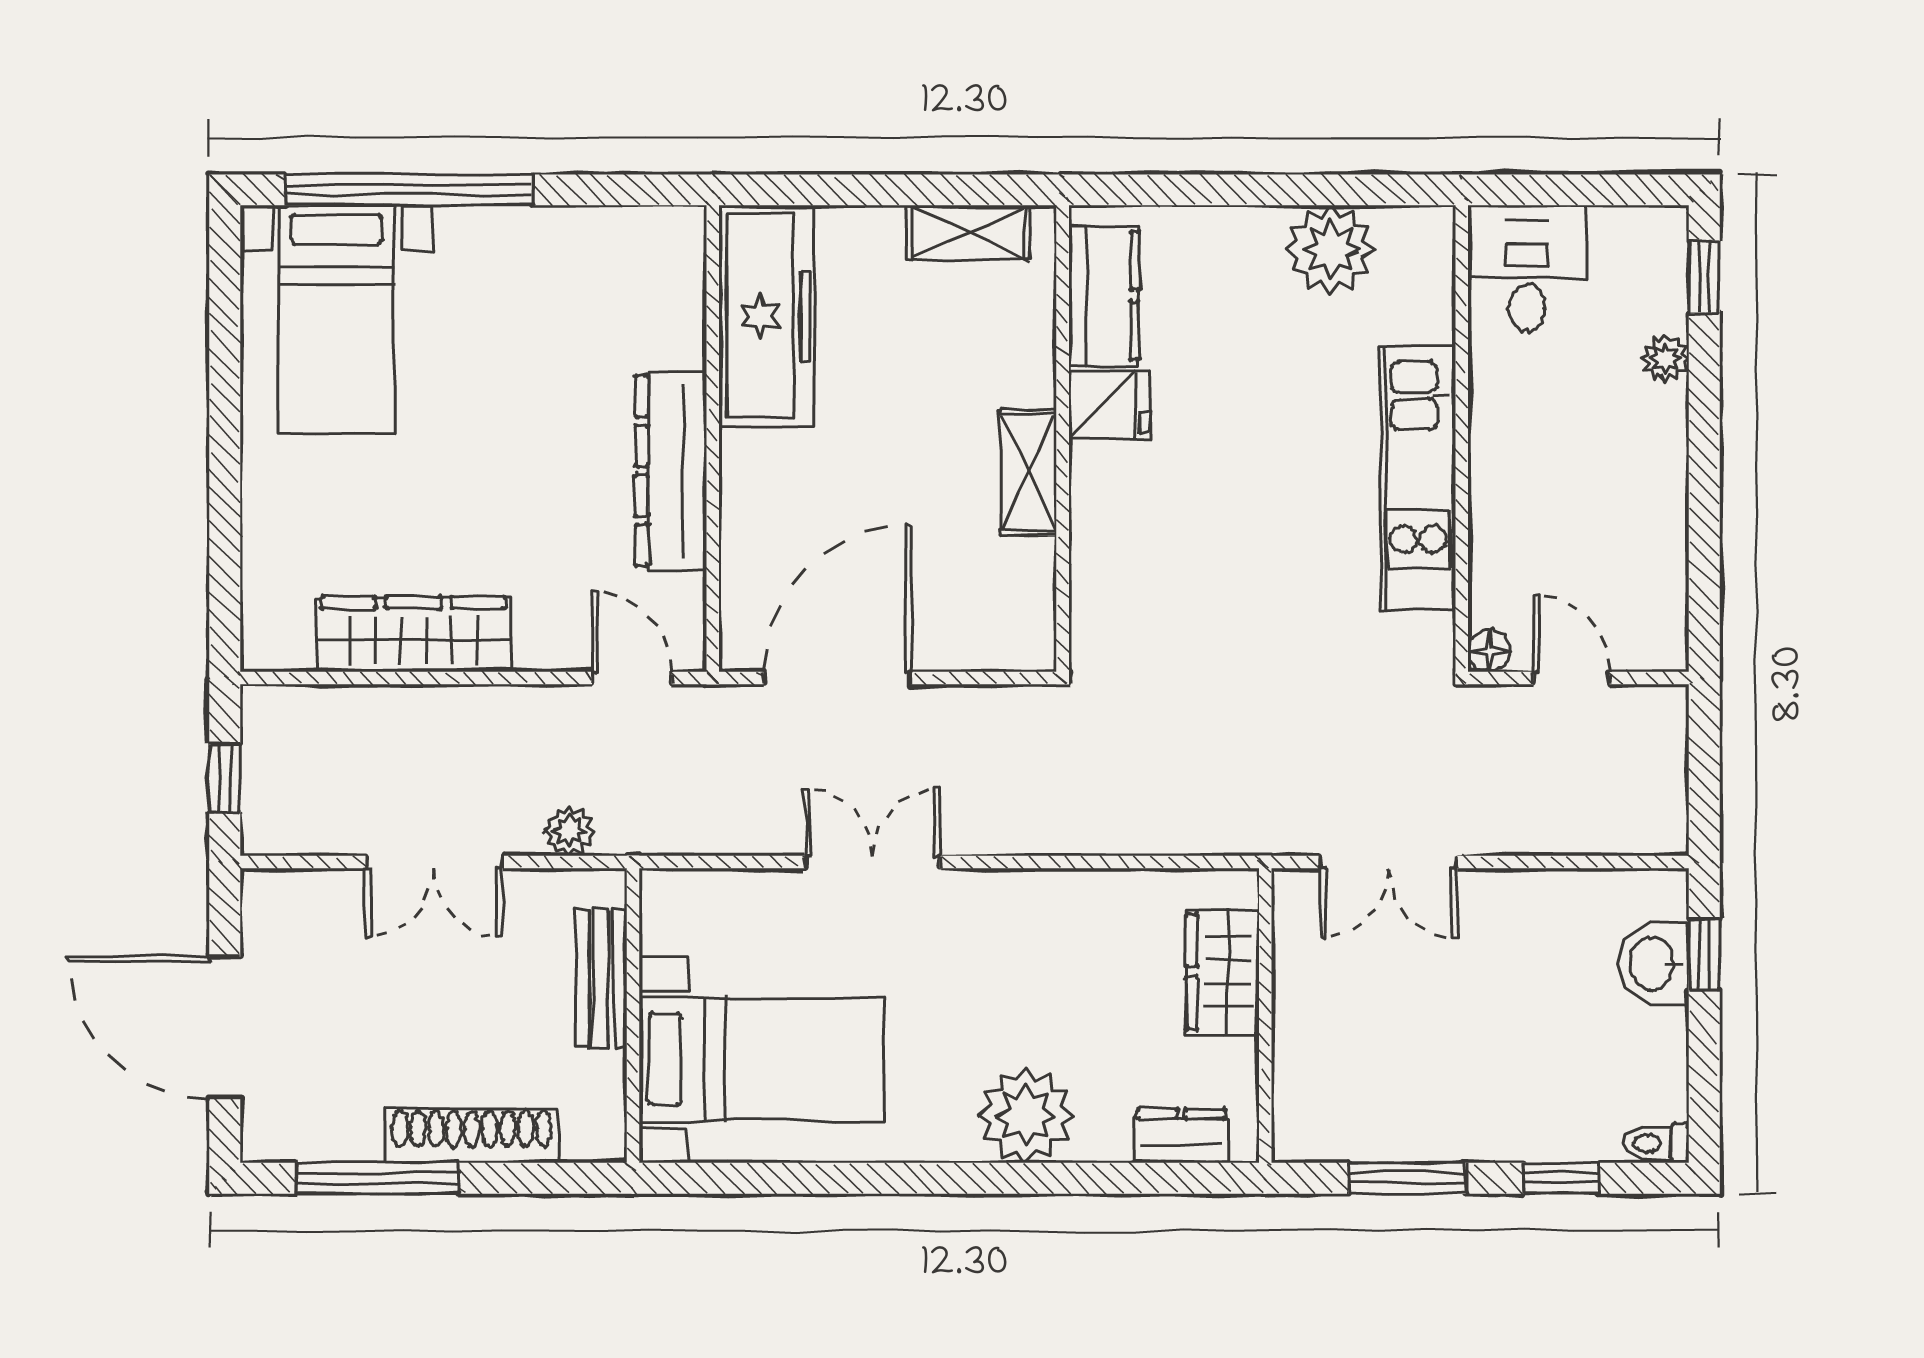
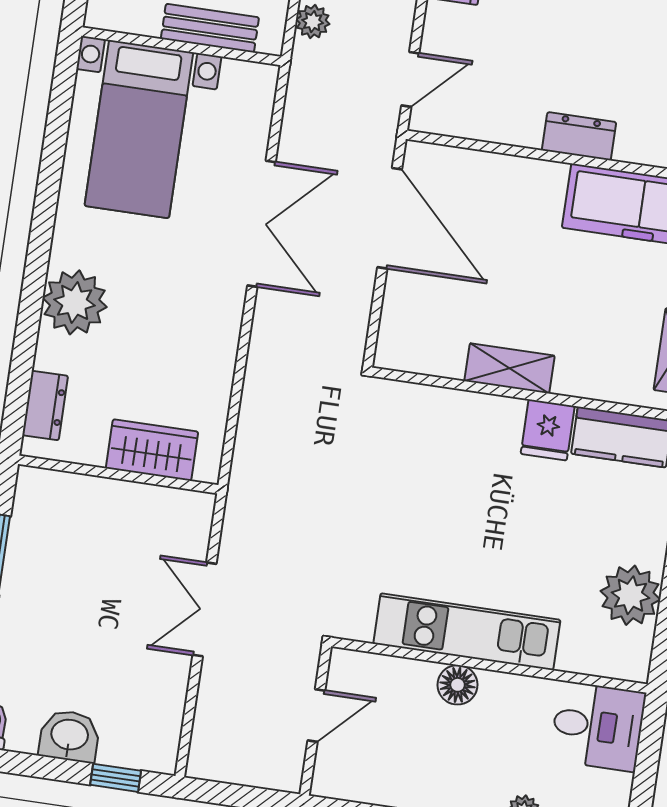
dresser: (671, 471) -> (579, 136), width x0.51, depth x0.80
floor lamp: (1489, 651) -> (458, 685), moved, width x1.37, depth x1.37
double door: (872, 862) -> (261, 224), width x1.37
double door: (1388, 862) -> (204, 609), moved
washbasin: (1654, 963) -> (69, 736), moved

